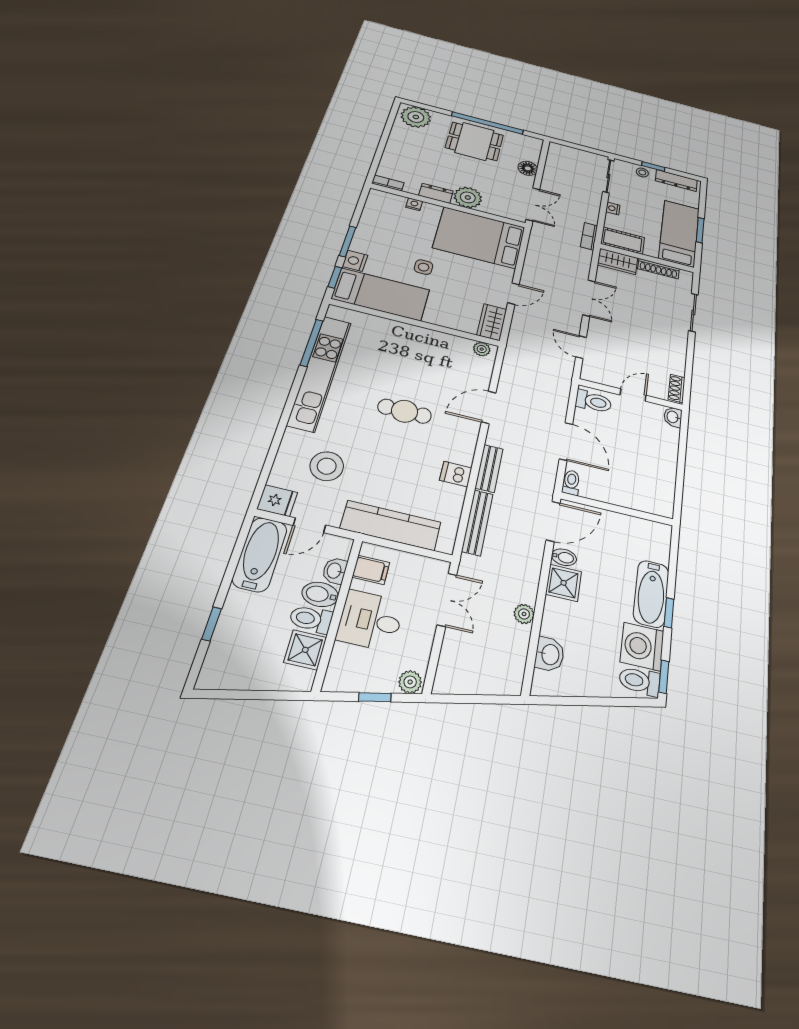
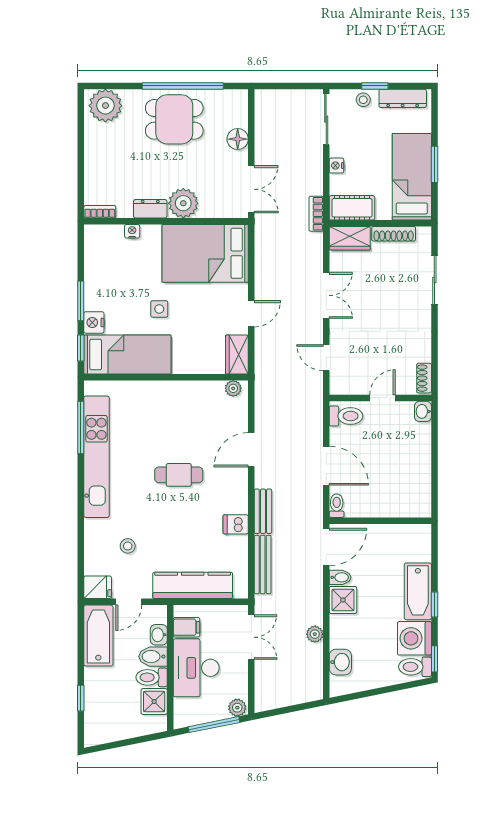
stool: (327, 466) -> (128, 546), width x0.53, depth x0.53
desk: (370, 620) -> (196, 668), width x1.37
window: (375, 697) -> (214, 725), width x2.17

